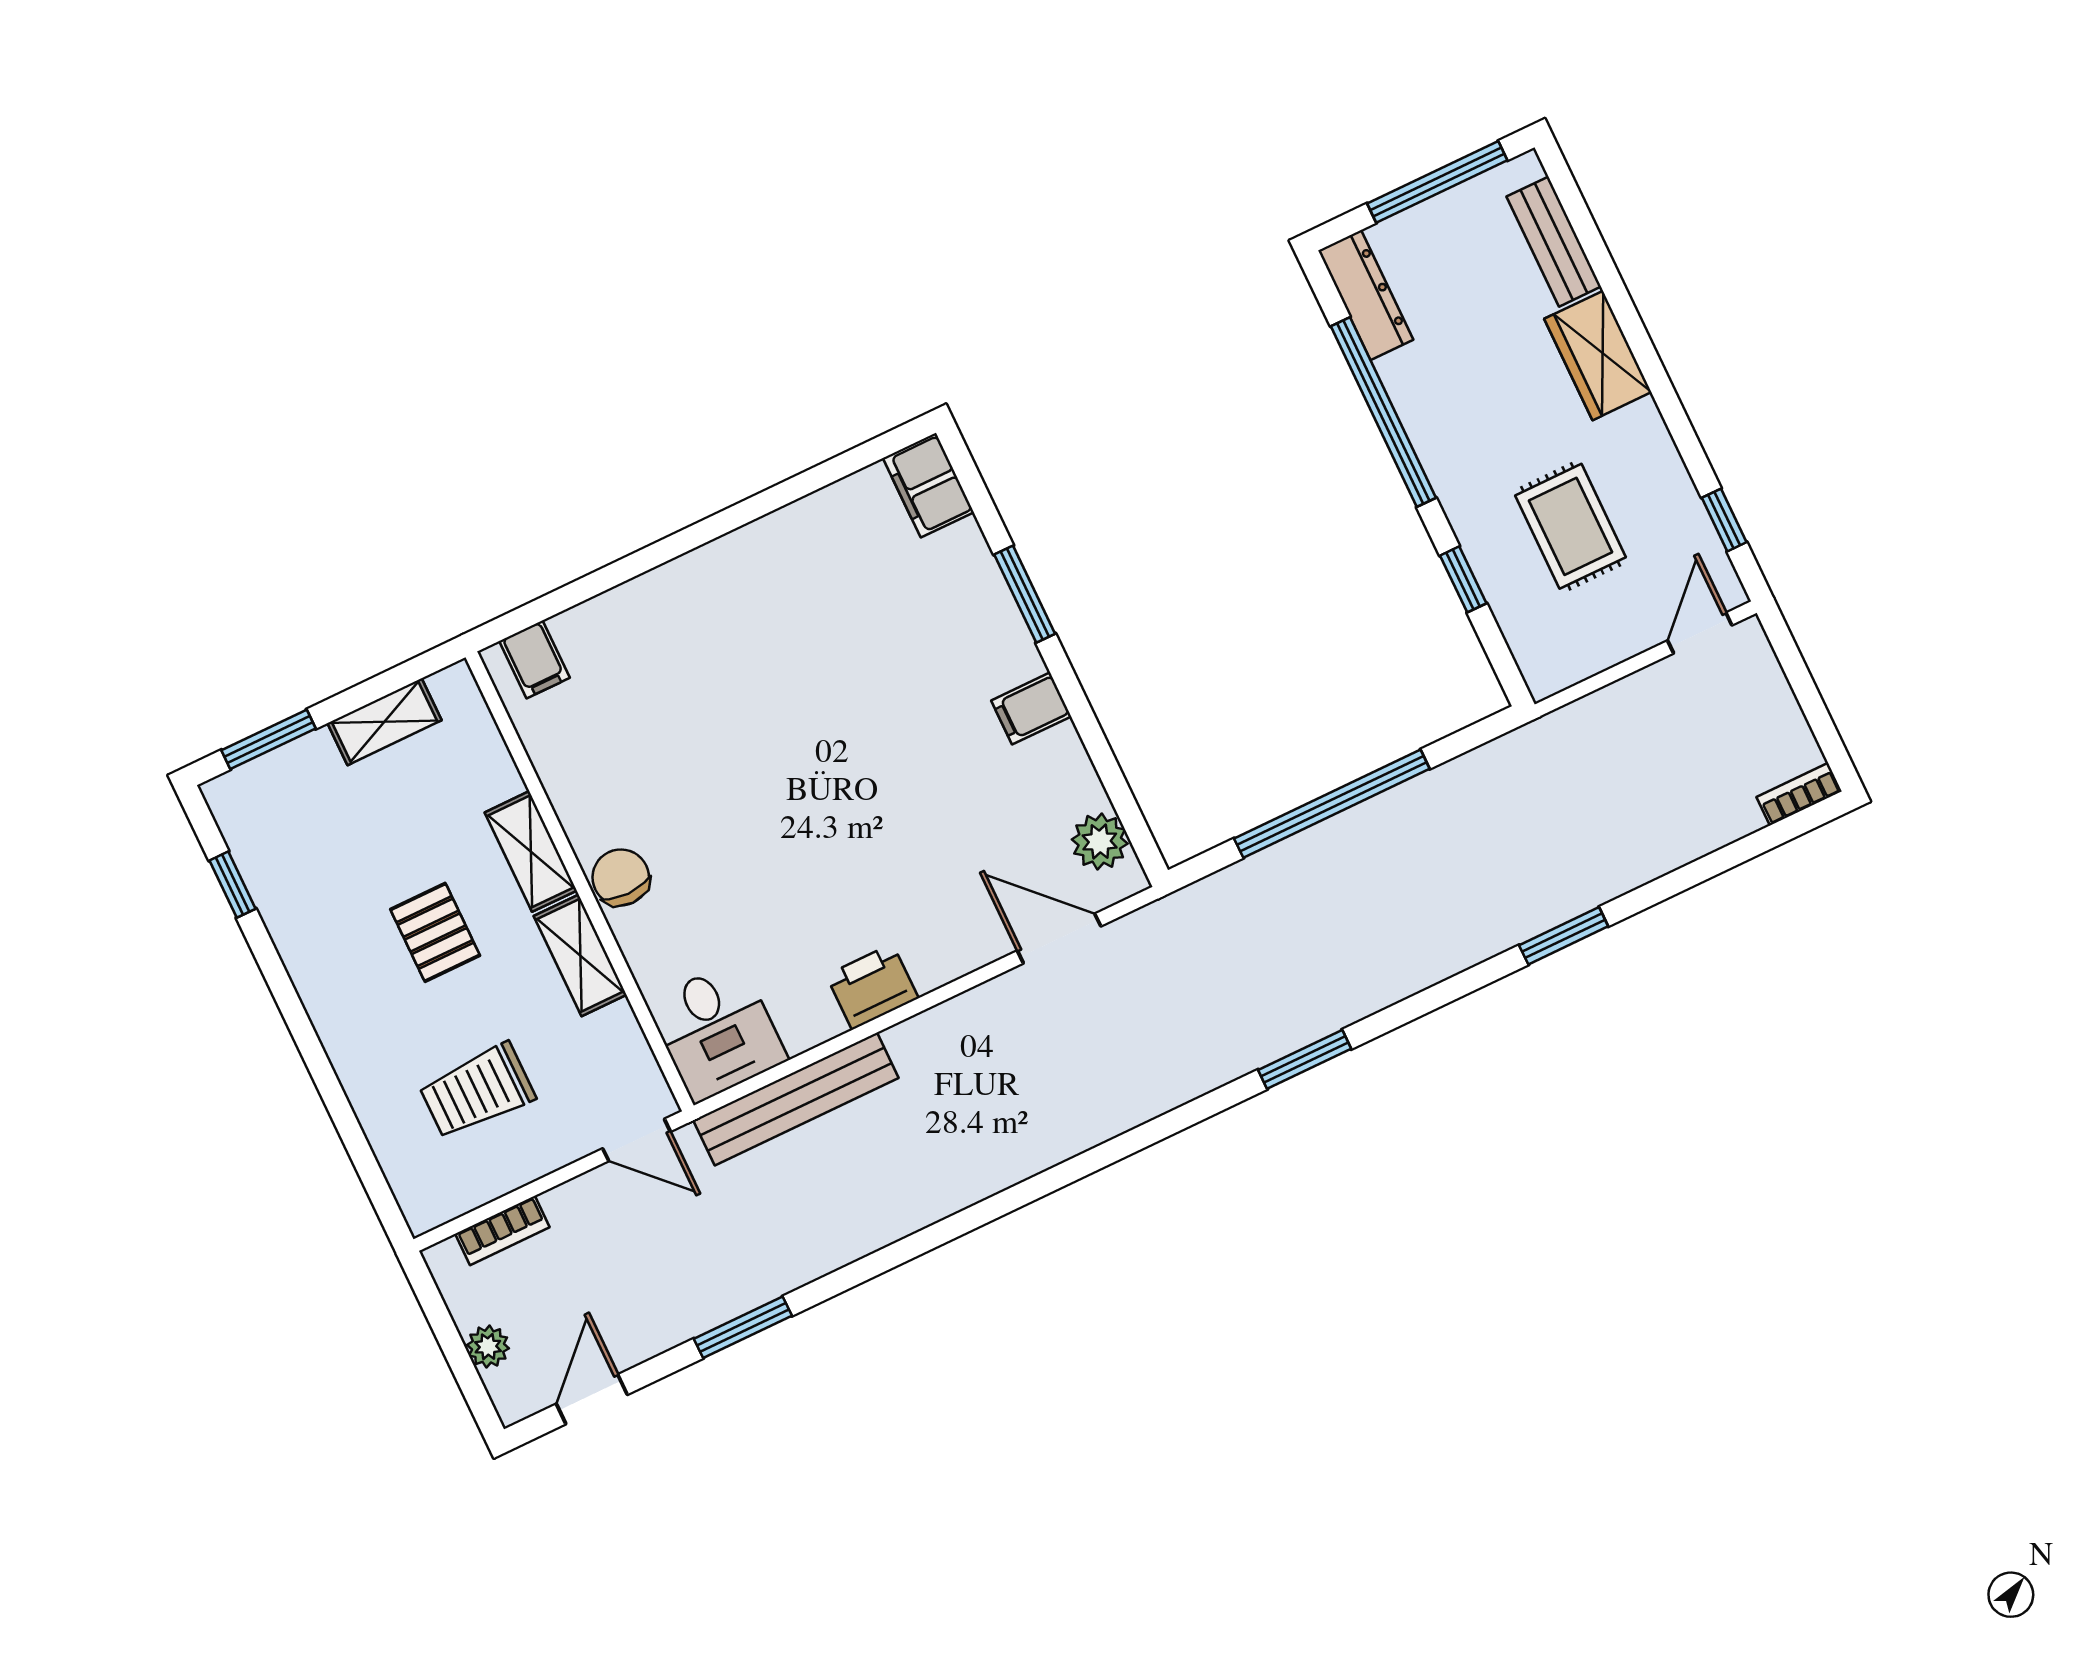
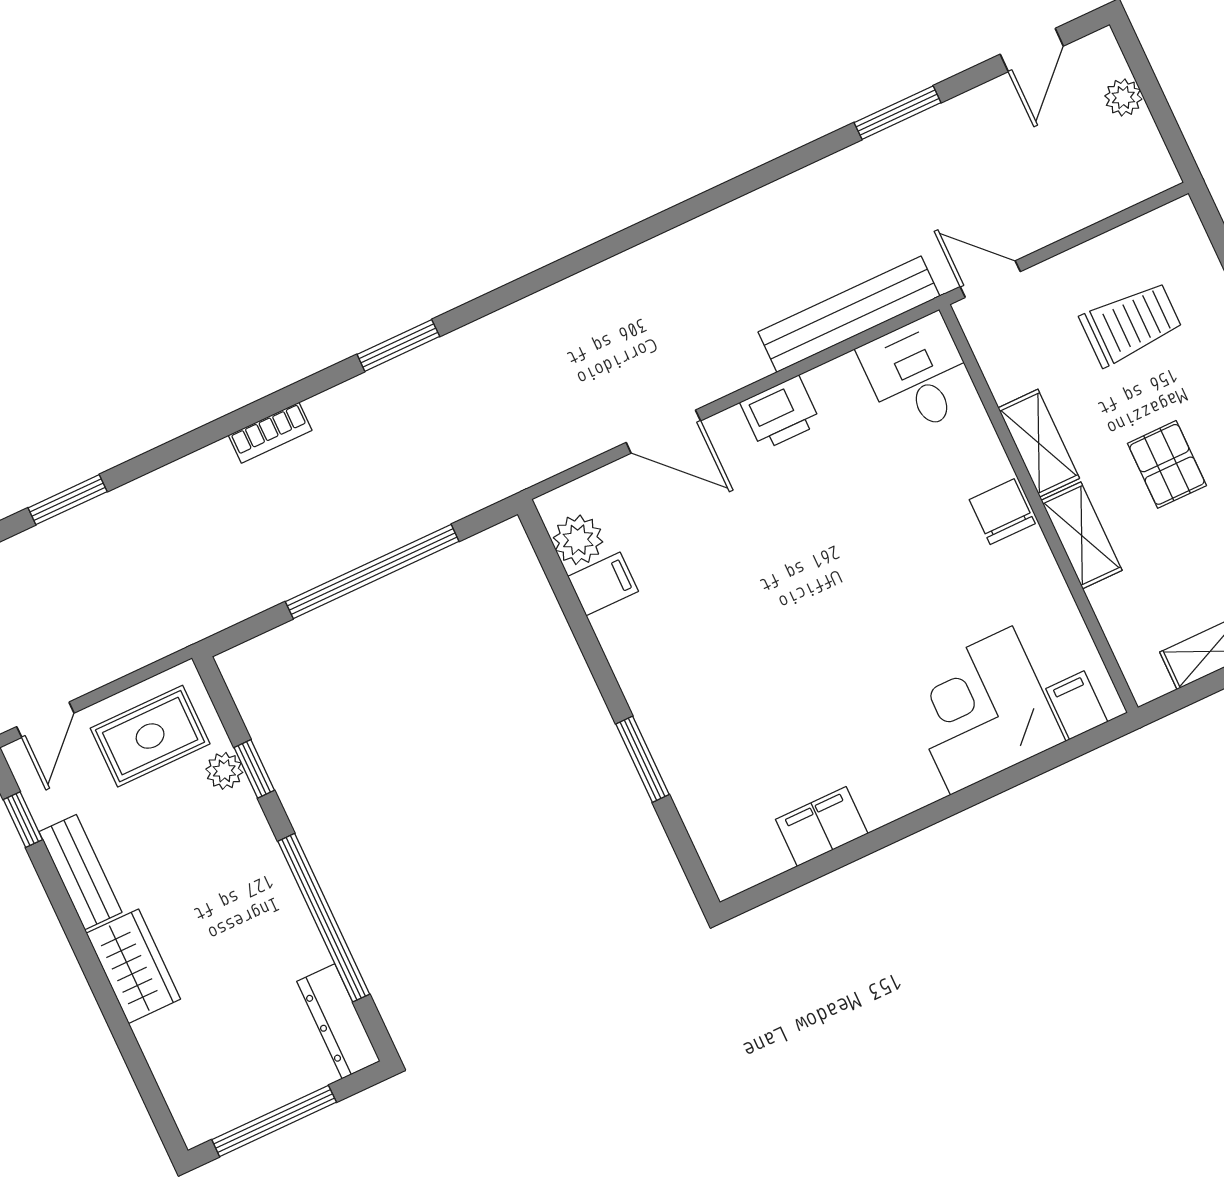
bench: (1554, 242) -> (80, 872), moved
filing cabinet: (928, 485) -> (822, 827), moved, turned -90
rug: (1571, 526) -> (150, 736), moved, turned 90
plant: (1497, 577) -> (224, 771), added
corner desk: (642, 653) -> (981, 710), added
filing cabinet: (1031, 708) -> (603, 584), moved
chair: (621, 877) -> (1002, 512), turned 180
window: (1564, 936) -> (68, 500), moved
door: (1059, 938) -> (663, 432), moved
bookcase: (502, 1231) -> (270, 433), moved, turned 180

